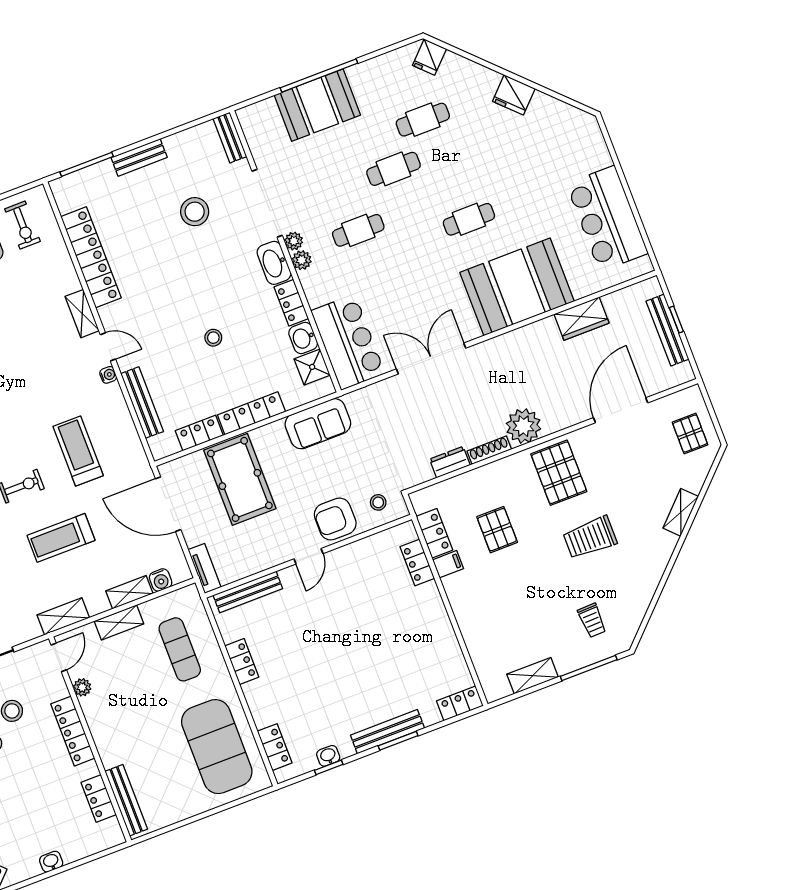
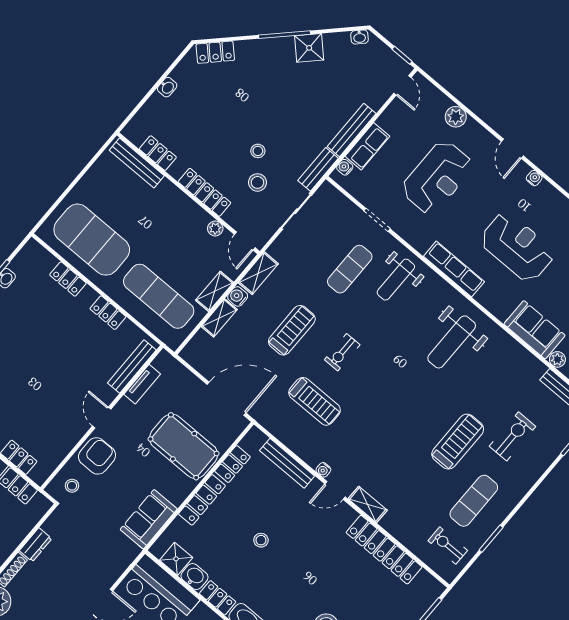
tv unit: (205, 568) -> (142, 384), moved, turned -90
water cooler: (161, 580) -> (238, 296), moved
exercise mat: (180, 649) -> (159, 296), width x1.36, depth x1.45
locker: (275, 747) -> (68, 279), moved

